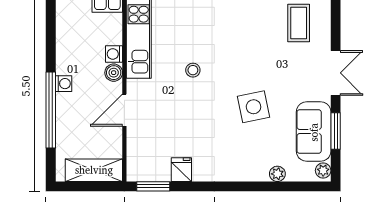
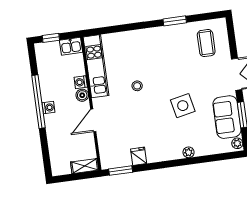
window: (51, 110) -> (38, 102), moved
shelving: (94, 170) -> (85, 166), width x0.67, depth x0.75
plant: (277, 174) -> (189, 152), moved

